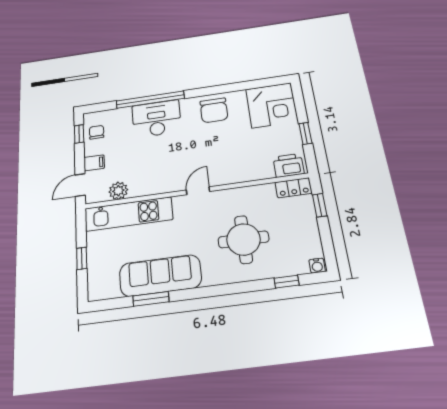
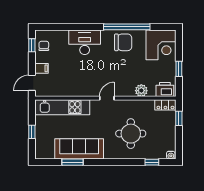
window: (150, 100) -> (127, 27), moved
chair: (214, 110) -> (123, 42), turned -90
plant: (118, 191) -> (141, 91), moved

